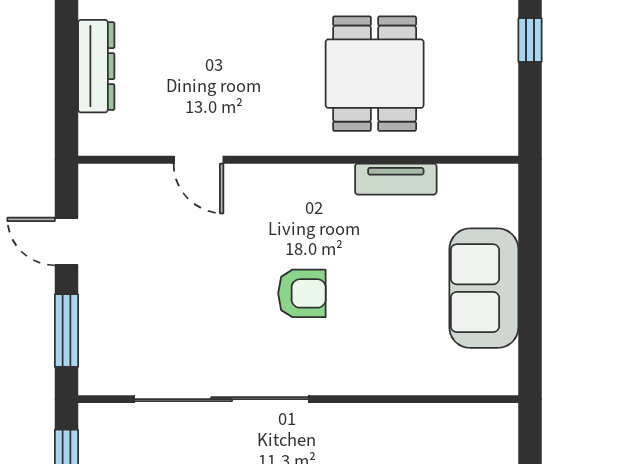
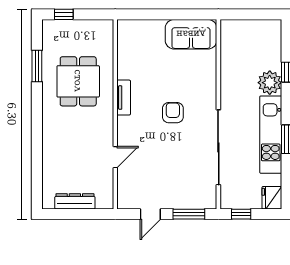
dining table: (375, 74) -> (78, 81), turned 90
tv unit: (396, 179) -> (124, 98), moved
sofa: (484, 288) -> (191, 34), moved

